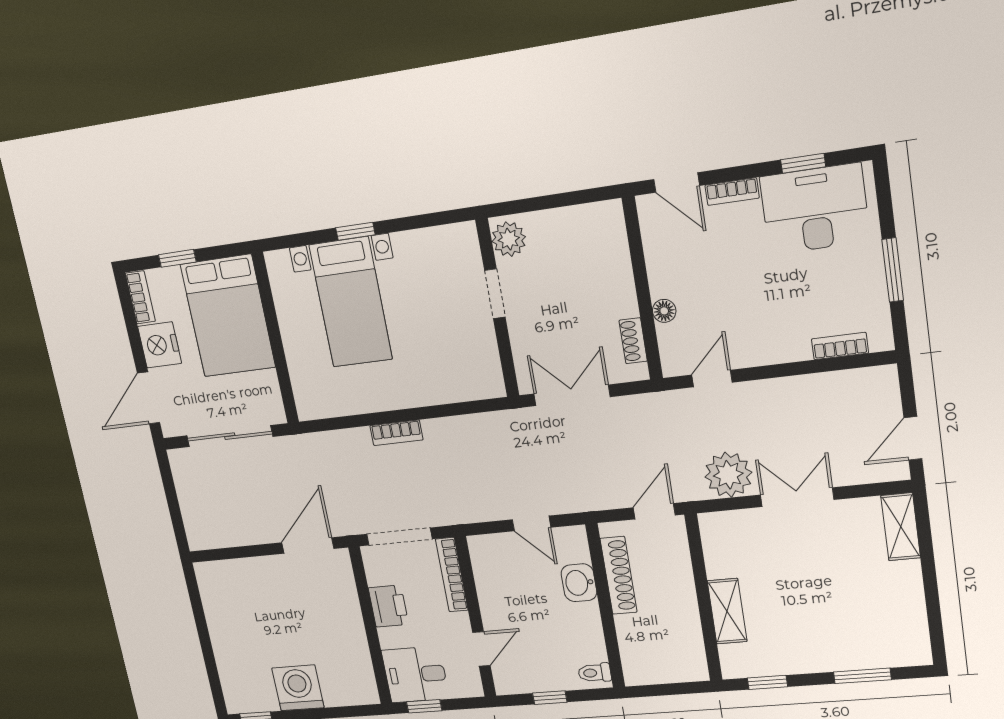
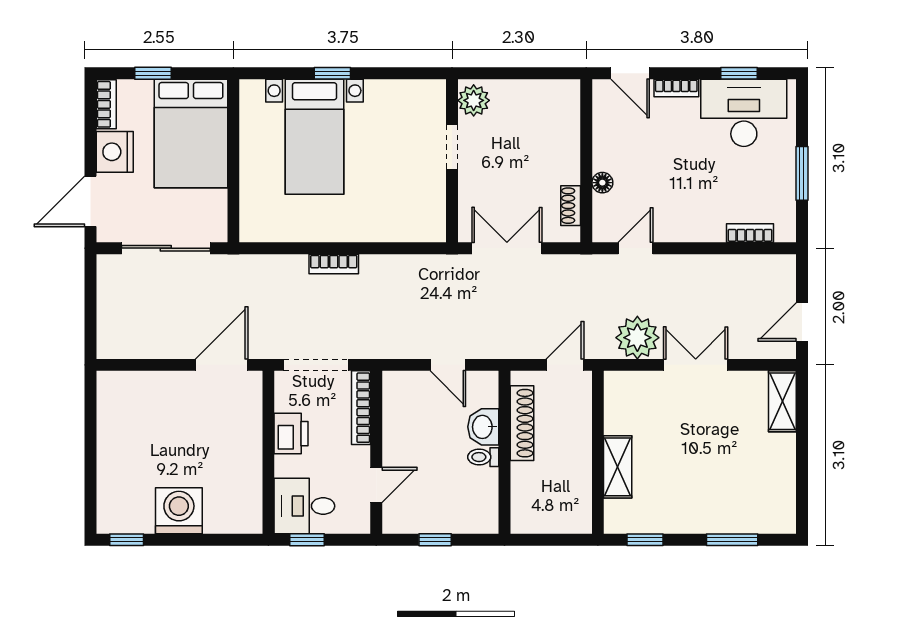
toilet: (595, 673) -> (483, 457), moved

